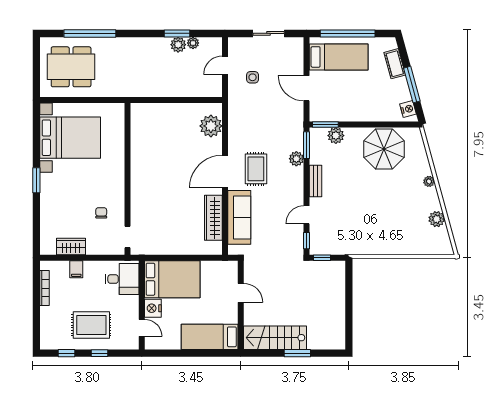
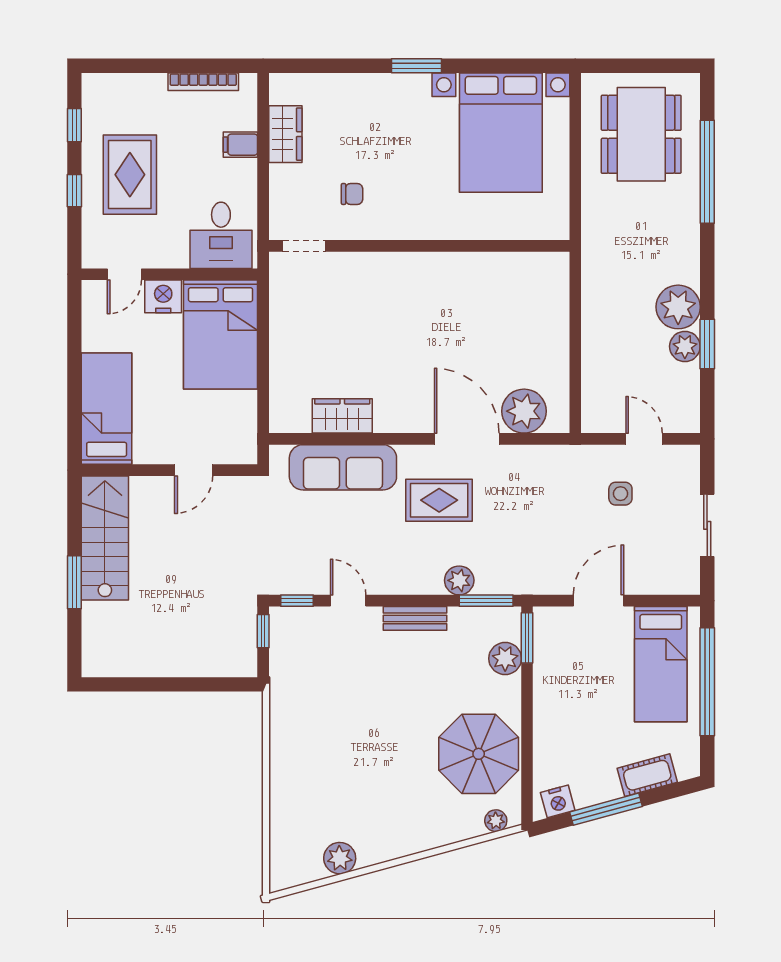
plant: (193, 43) -> (678, 307), moved, width x1.88, depth x1.88
door: (225, 172) -> (467, 439), moved
plant: (429, 181) -> (496, 821), moved
wardrobe: (213, 218) -> (342, 416), width x0.67

